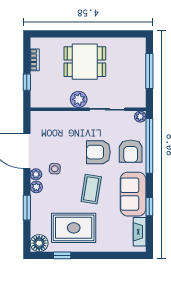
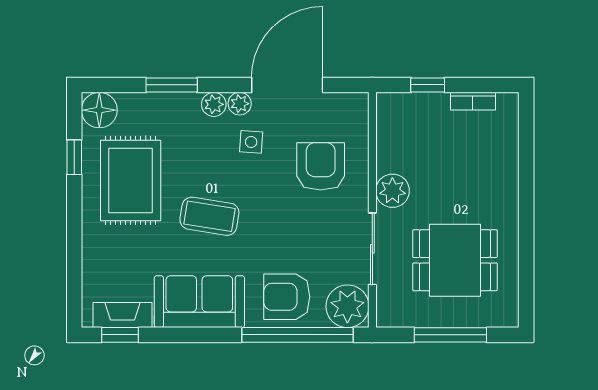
dining table: (85, 62) -> (455, 260), moved, turned 90
plant: (140, 117) -> (347, 306), width x1.88, depth x1.88
armchair: (98, 152) -> (321, 166), moved
window: (149, 207) -> (120, 335), moved

